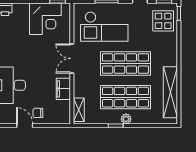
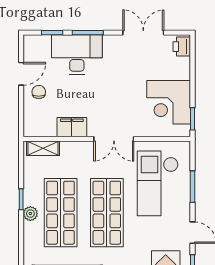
double door: (72, 58) -> (114, 139), swing flipped

